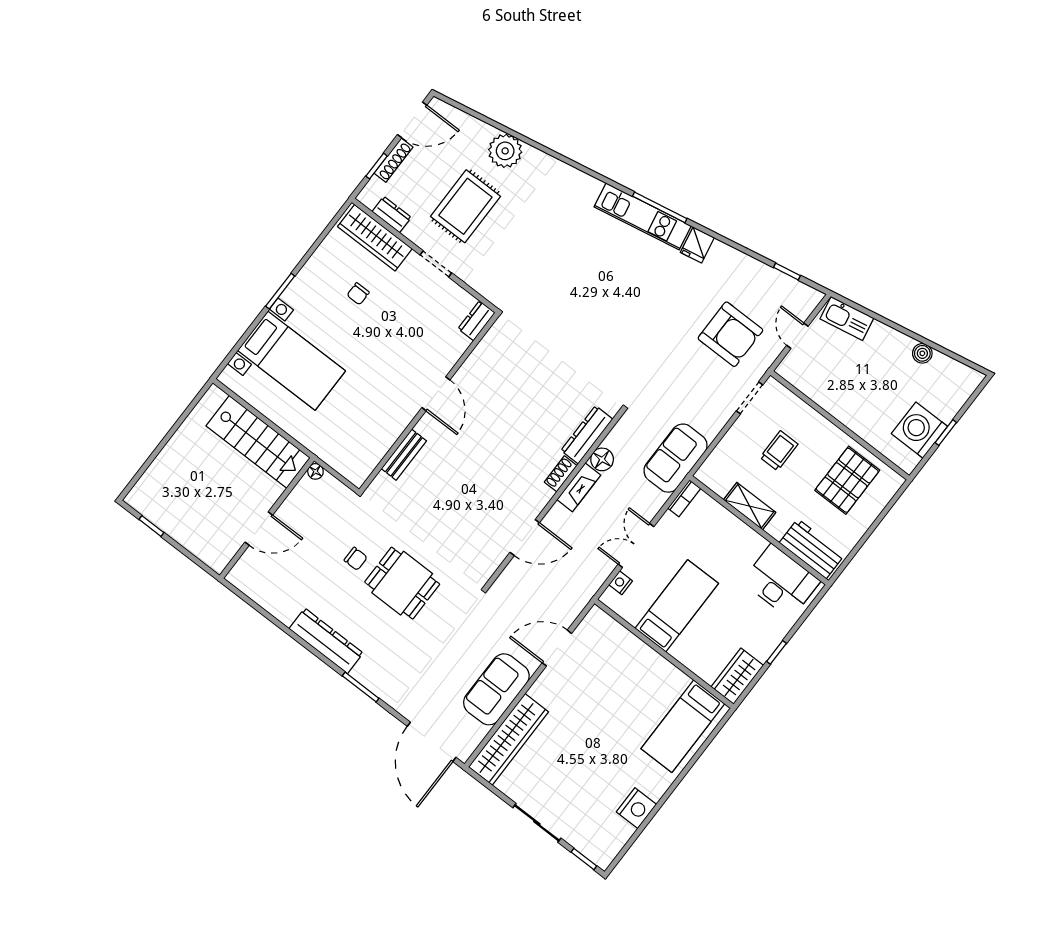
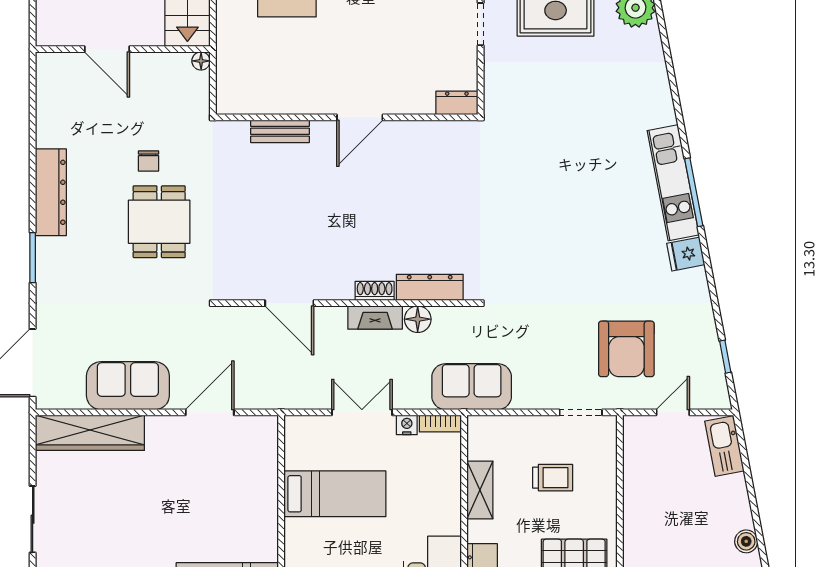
nightstand: (621, 583) -> (407, 425), moved
door: (557, 648) -> (210, 412), hinge flipped

